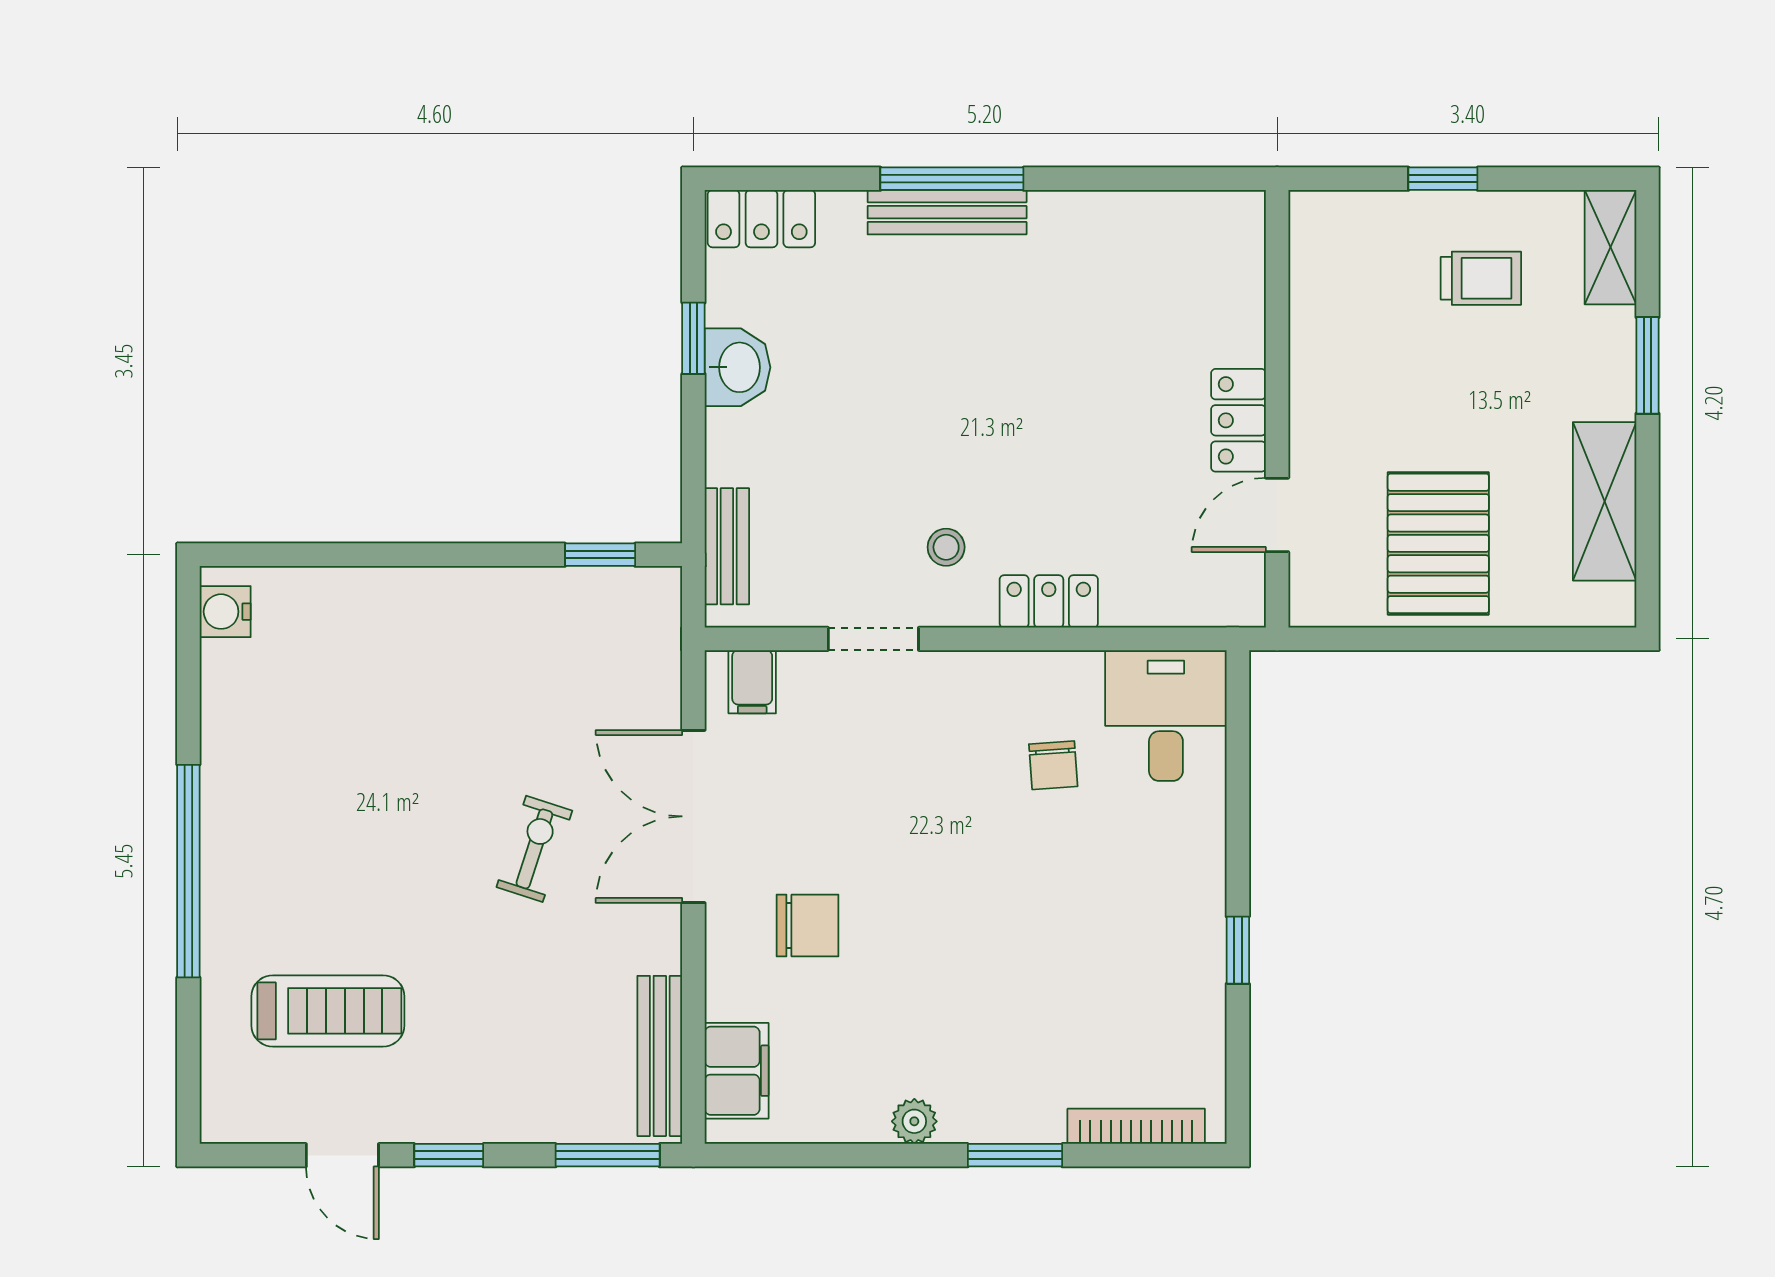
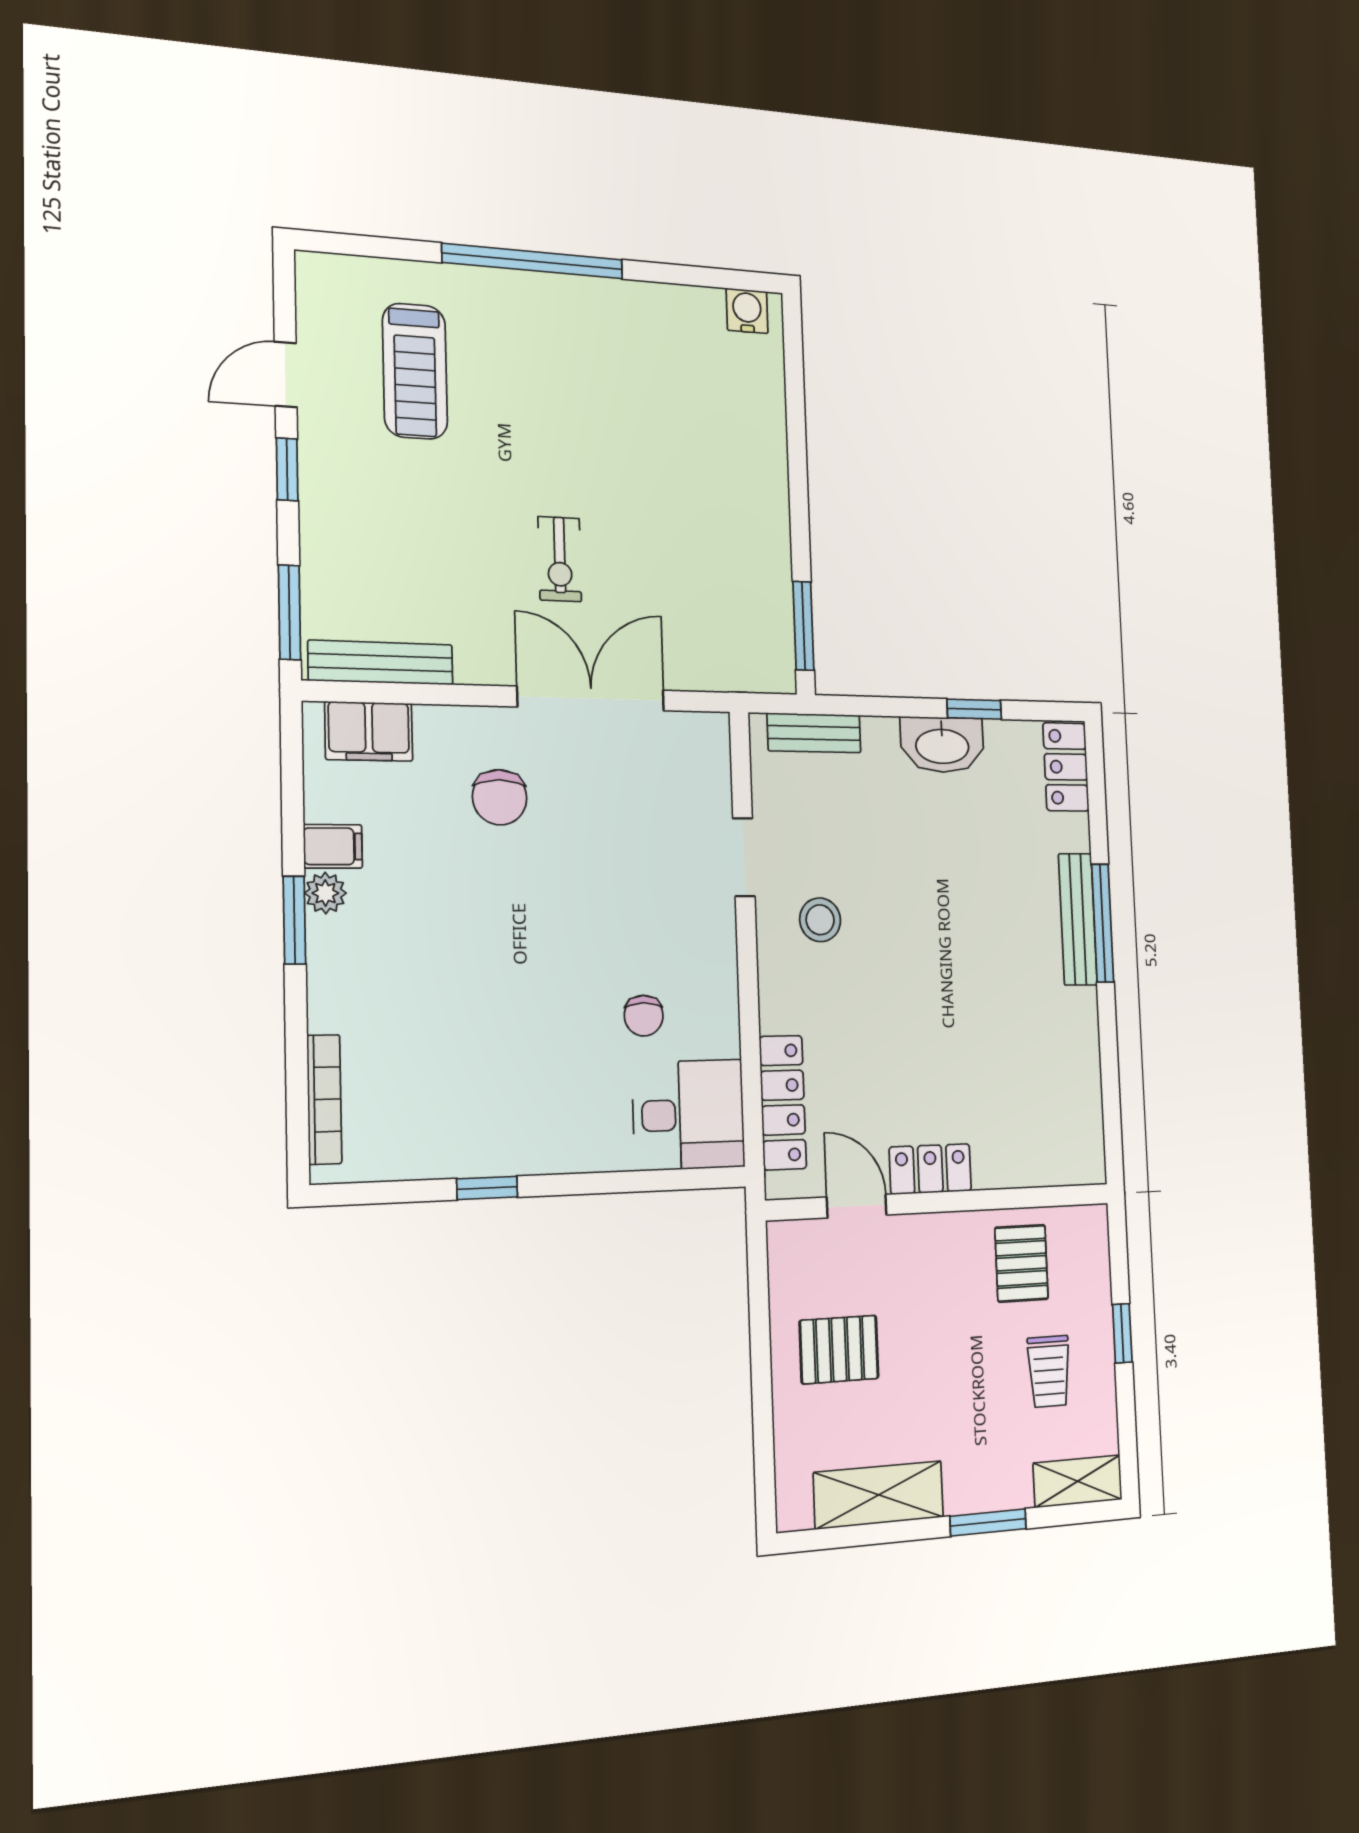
pallet: (1353, 308) -> (1021, 1263), added
washbasin: (738, 367) -> (942, 745), width x1.38
pallet: (1438, 543) -> (839, 1350), width x0.67, depth x0.71
stool: (946, 547) -> (820, 920), width x1.37, depth x1.37
window: (600, 555) -> (803, 626), width x1.50
locker: (1049, 601) -> (783, 1103), moved, width x1.53
filing cabinet: (752, 682) -> (333, 846), moved, turned 180
chair: (1053, 765) -> (644, 1016), turned -86
exercise bike: (534, 849) -> (560, 559), turned 72
window: (1015, 1155) -> (294, 920), moved

